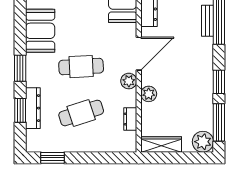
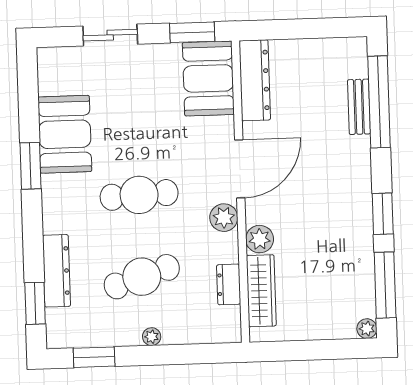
window: (20, 68) -> (30, 166), moved
window: (20, 110) -> (35, 303), moved
plant: (203, 142) -> (367, 329), width x0.53, depth x0.53
wardrobe: (161, 144) -> (261, 291), moved, turned 90
plant: (86, 147) -> (152, 337), added

